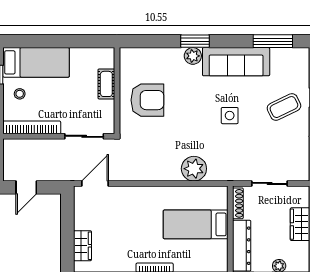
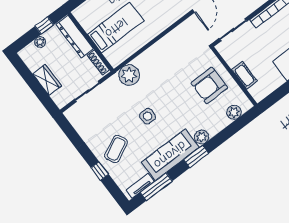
window: (195, 41) -> (196, 156), moved
tv unit: (288, 54) -> (140, 186), added
plant: (144, 56) -> (234, 112), added
plant: (194, 169) -> (129, 75), moved

